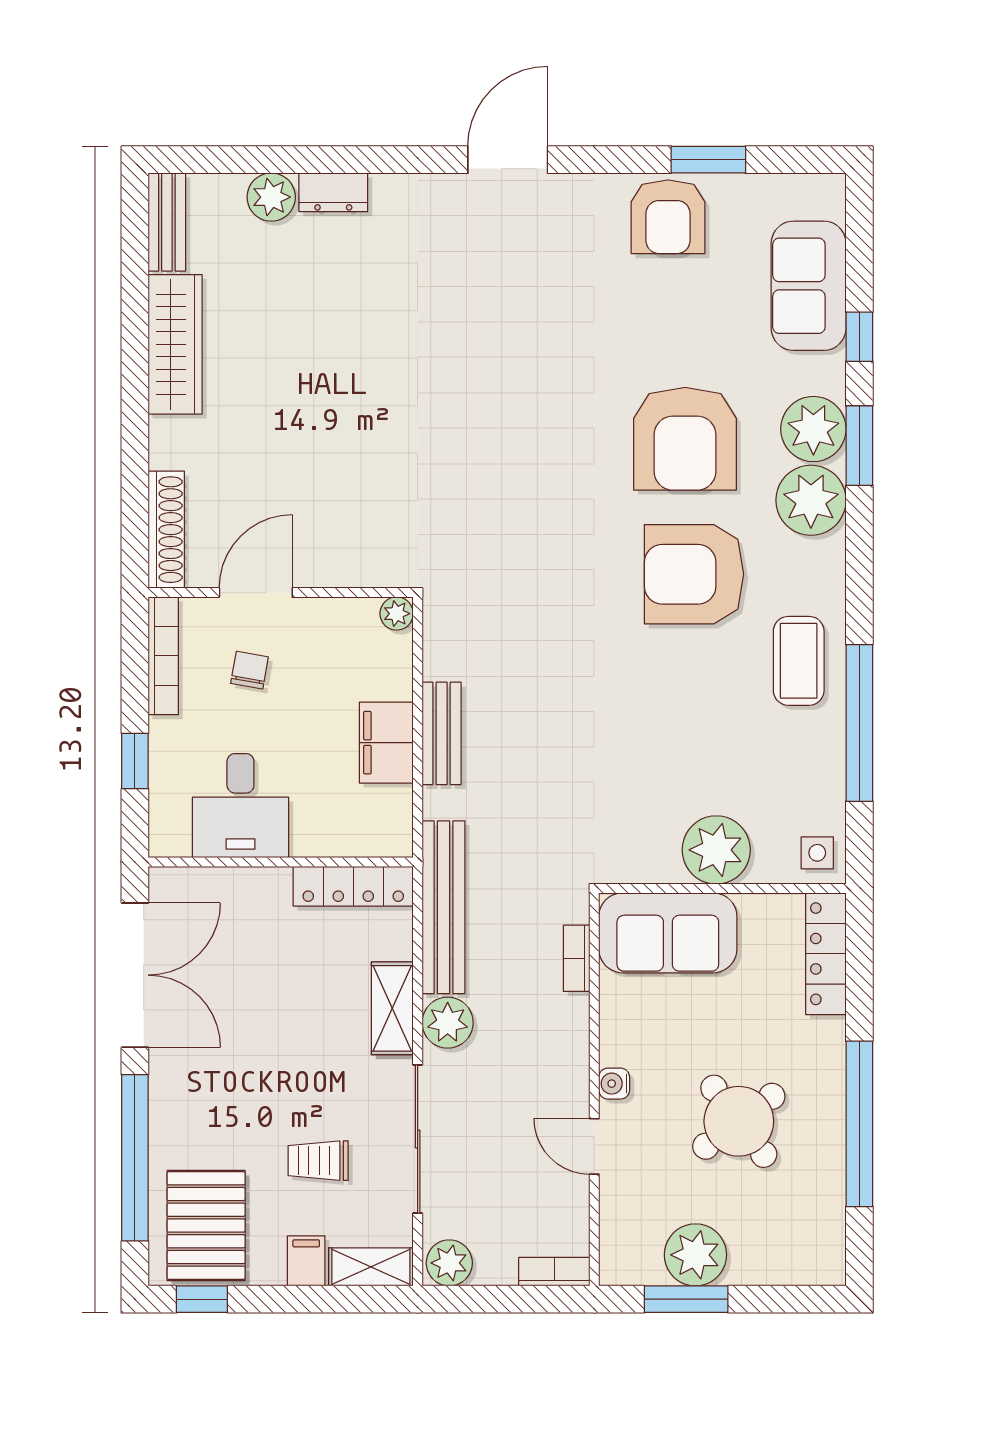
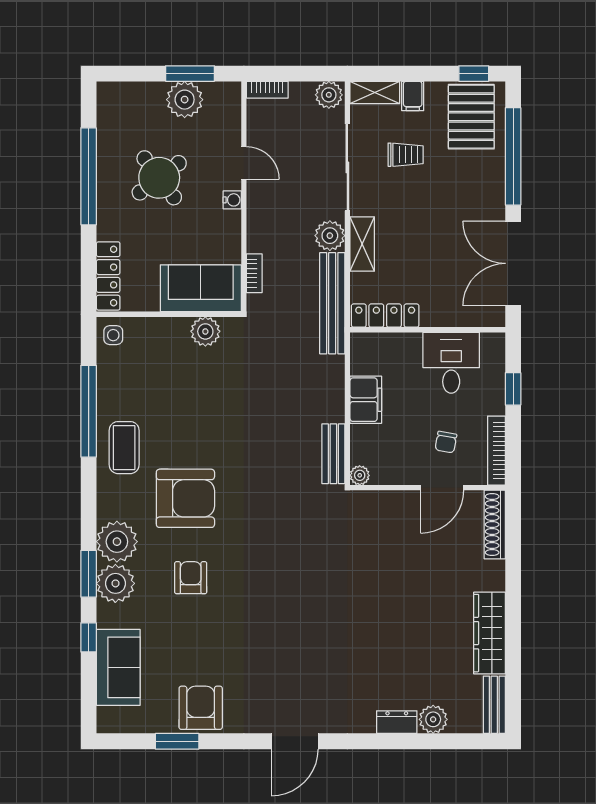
armchair: (685, 439) -> (191, 578), width x0.53, depth x0.53
bench: (442, 733) -> (333, 454), moved
plant: (716, 850) -> (205, 331), moved, width x0.73, depth x0.73

